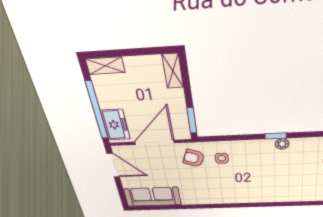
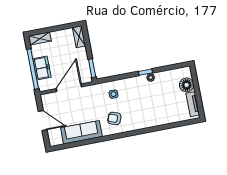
freezer: (115, 125) -> (42, 68), moved
armchair: (194, 158) -> (114, 119), moved
door: (113, 165) -> (43, 120), moved
sofa: (152, 197) -> (81, 132), moved

